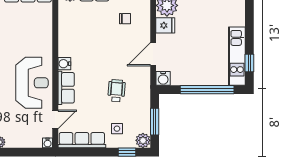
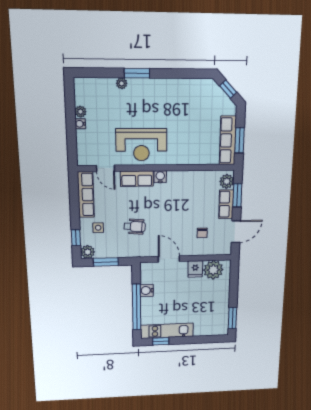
water cooler: (163, 78) -> (147, 290), moved
water cooler: (48, 143) -> (80, 124), moved

